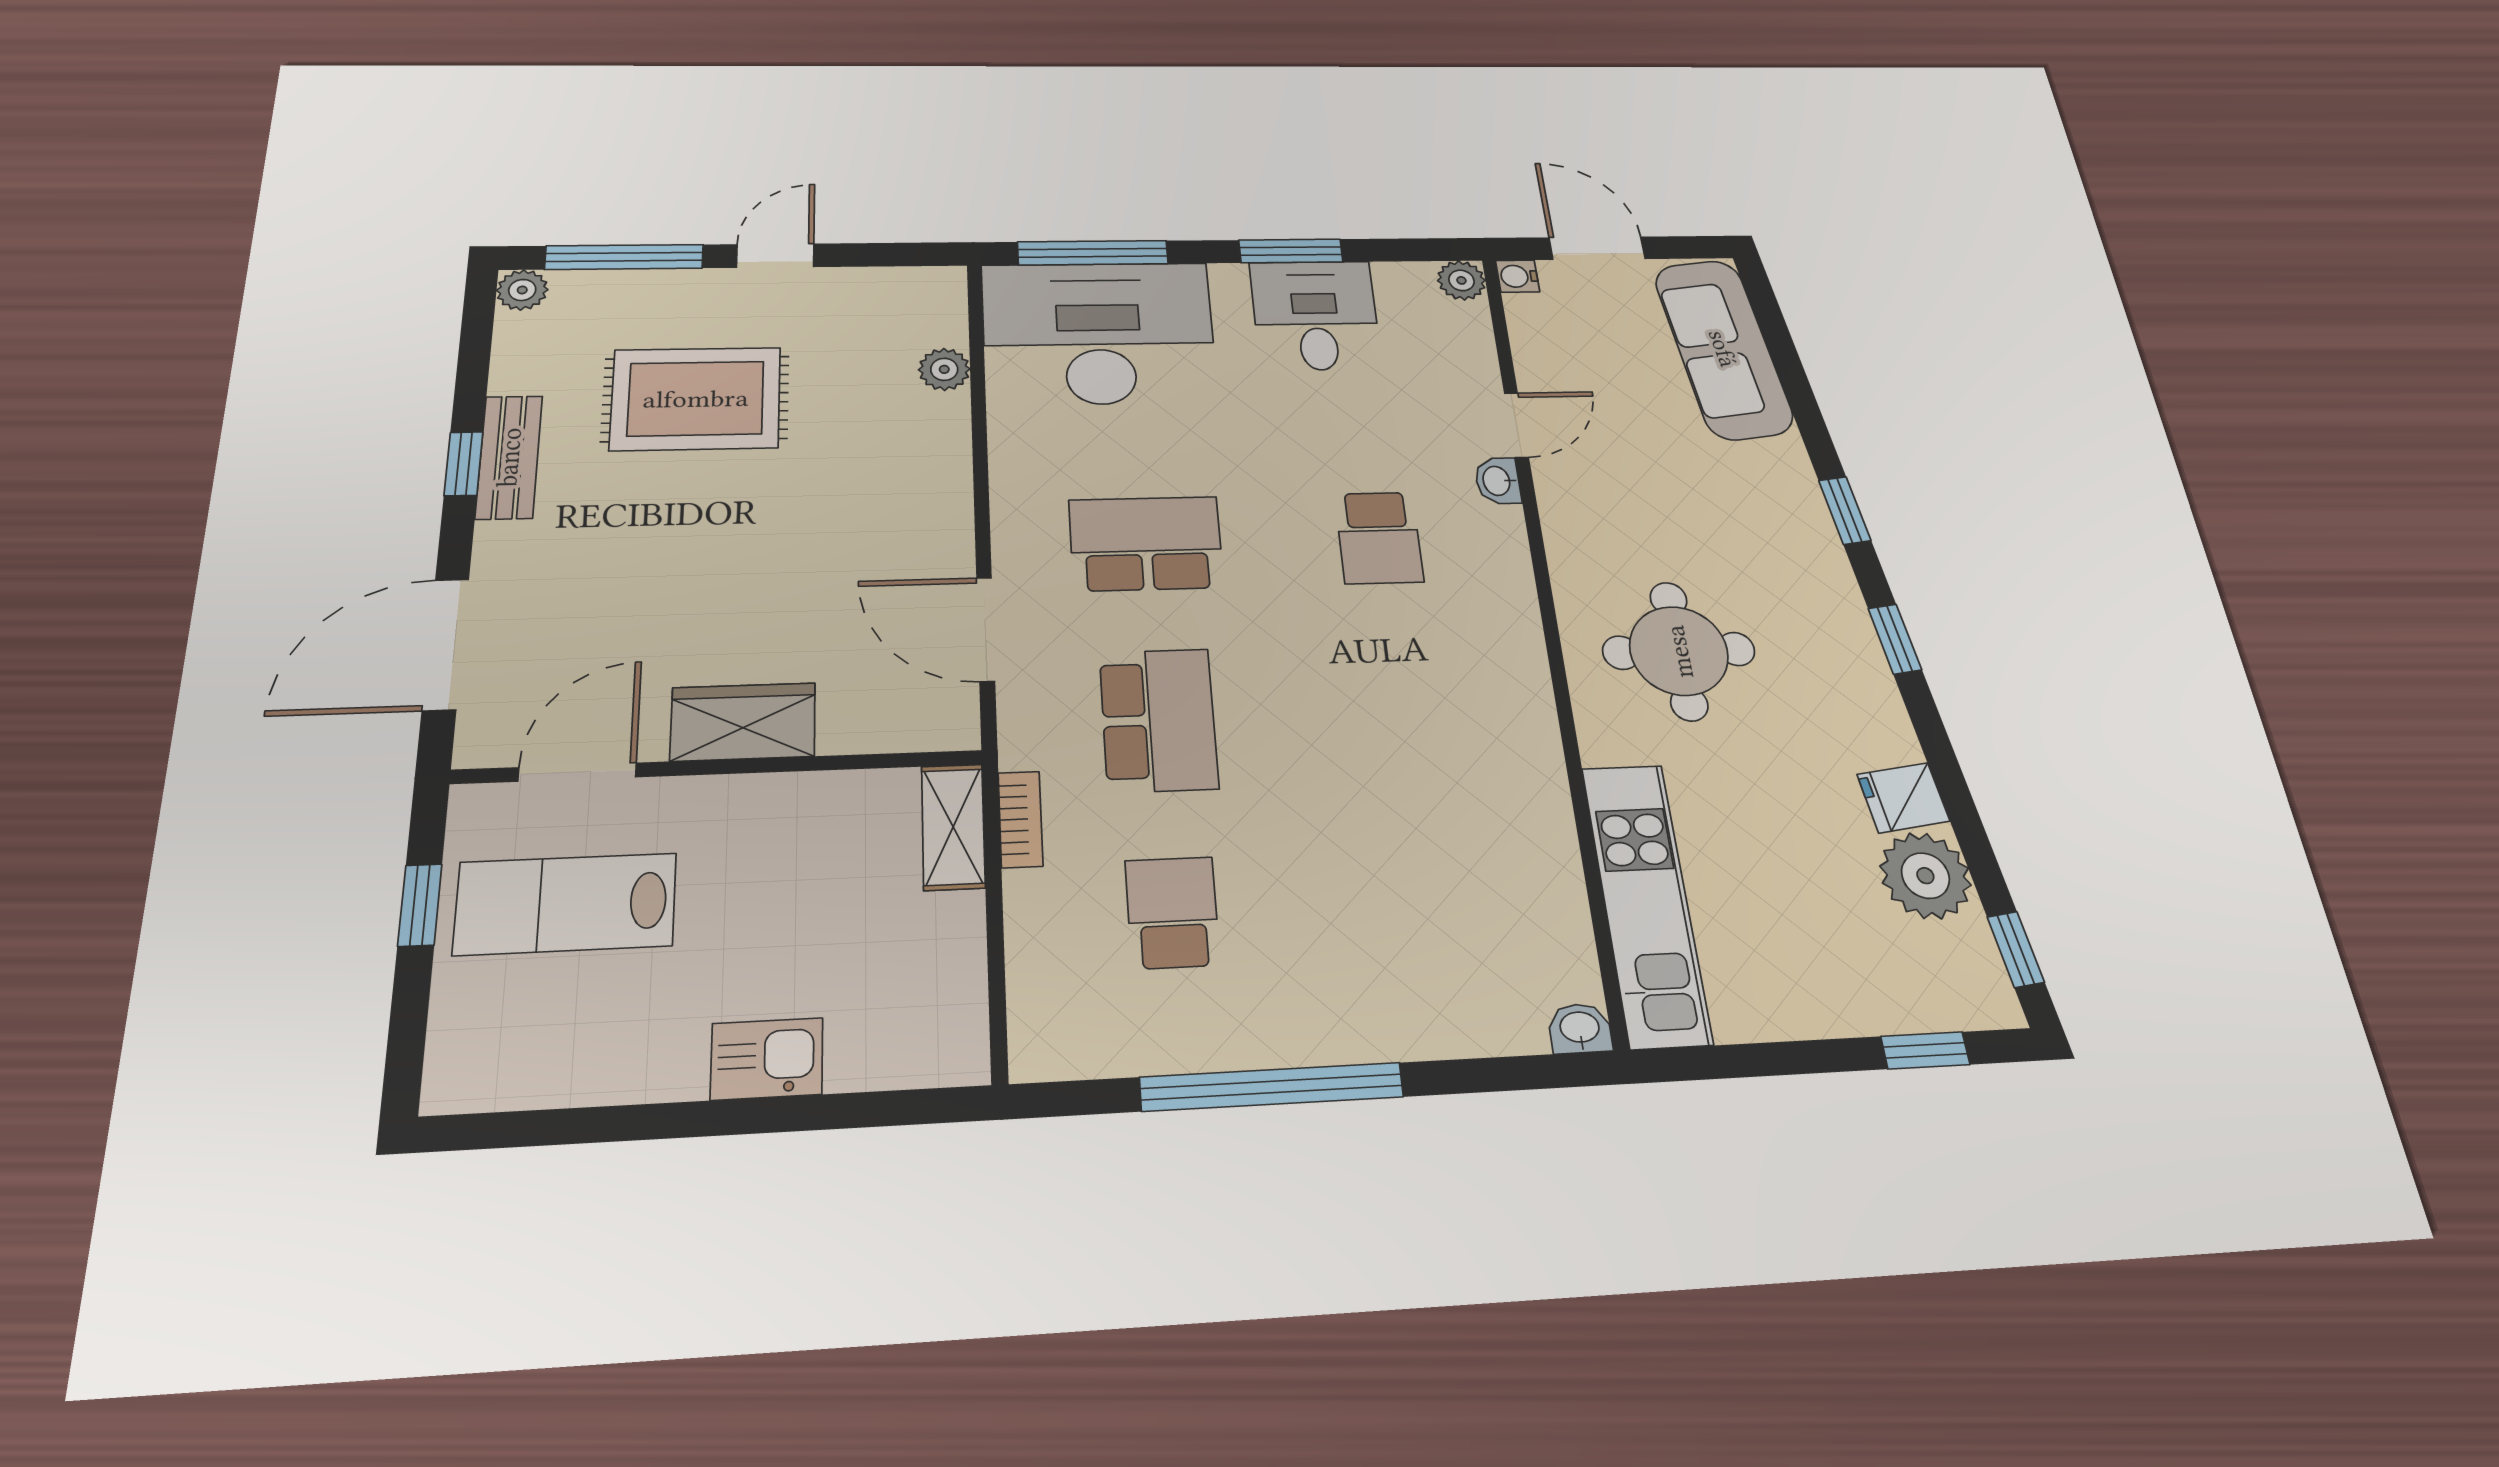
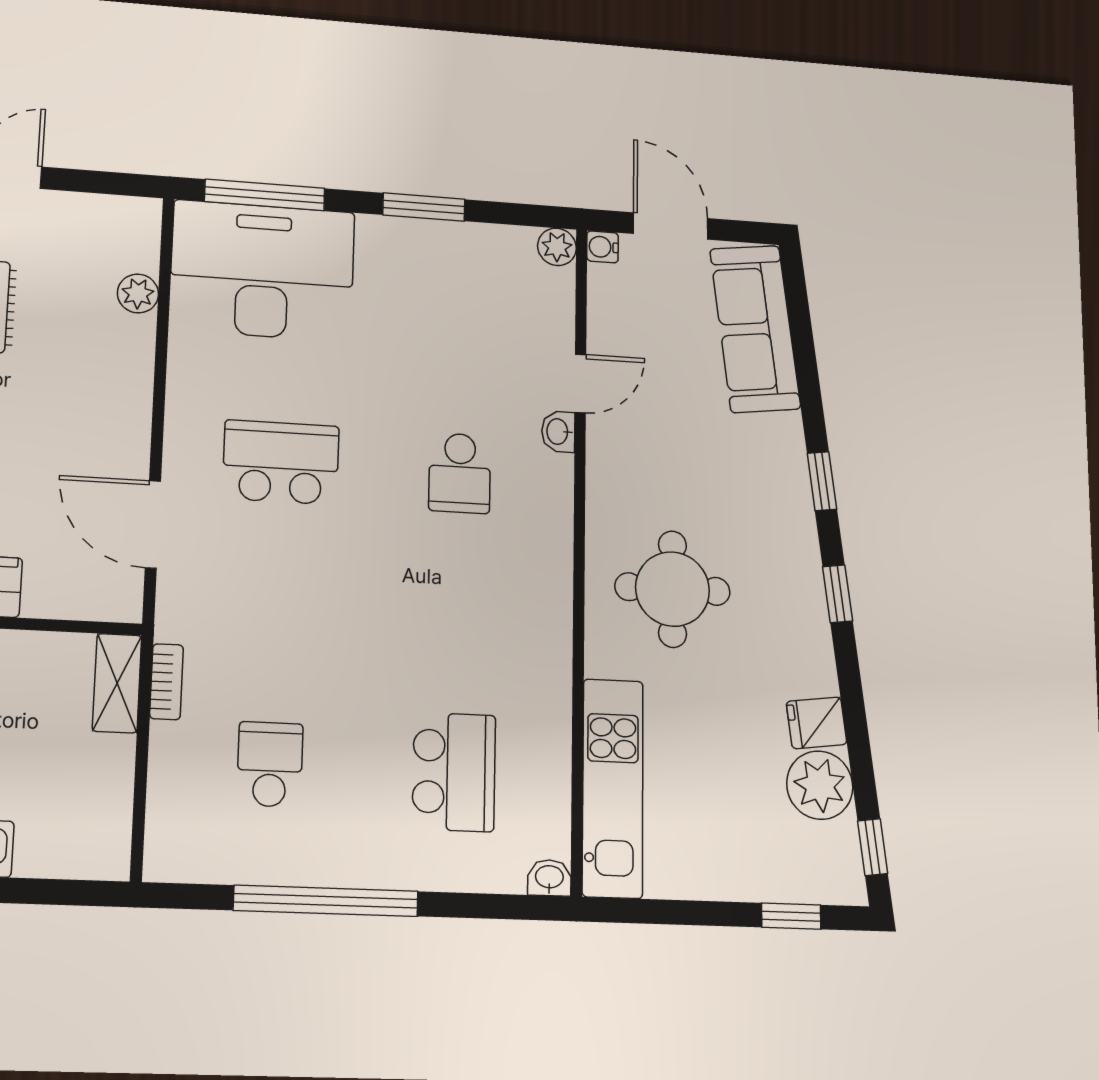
desk: (1315, 315) -> (436, 269), removed
school desk: (1159, 720) -> (454, 772), moved

